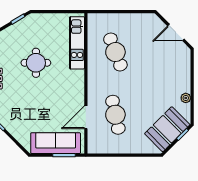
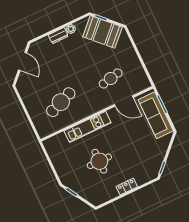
kitchen unit: (77, 43) -> (88, 127), moved
dresser: (185, 82) -> (58, 36), added
cafe table: (115, 115) -> (111, 78), width x0.73, depth x0.74

